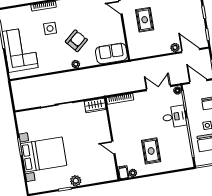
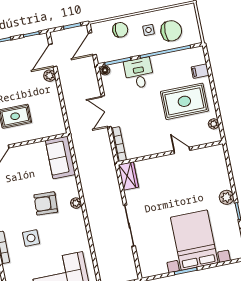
armchair: (76, 41) -> (46, 203), turned -46
double door: (158, 88) -> (106, 111), moved
door: (113, 147) -> (182, 150), swing flipped
rug: (151, 151) -> (184, 101), width x1.36, depth x1.43
filing cabinet: (123, 172) -> (200, 71), moved

